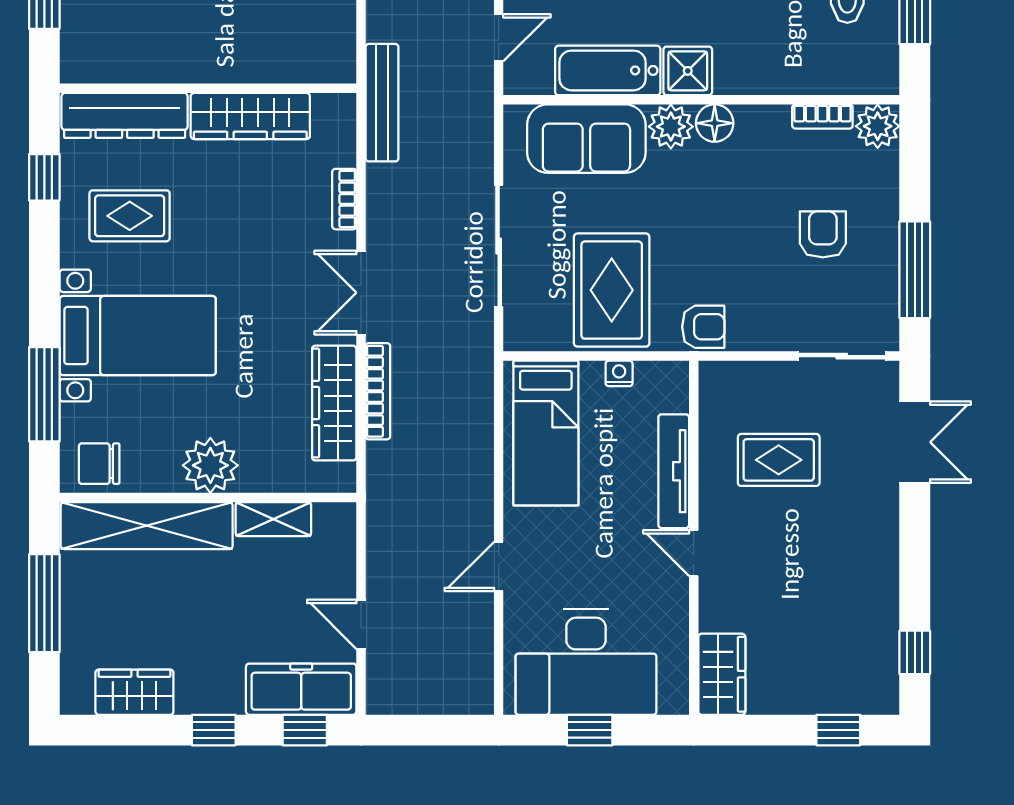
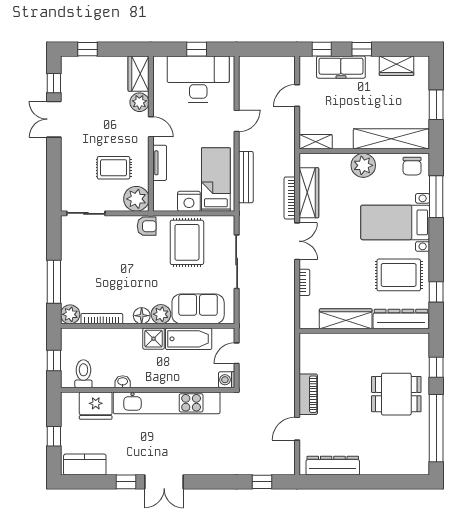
bench: (382, 103) -> (246, 177), moved
bookcase: (822, 117) -> (102, 319), width x1.56
rug: (130, 216) -> (399, 275), width x1.36, depth x1.43
armchair: (823, 234) -> (94, 267), removed
window: (915, 270) -> (54, 282), moved
armchair: (703, 327) -> (147, 226), turned 180
nightstand: (619, 373) -> (189, 201), width x1.89, depth x1.79
plant: (727, 389) -> (136, 199), added
double door: (915, 442) -> (54, 119), moved
chair: (99, 464) -> (412, 166), turned 90
tv unit: (674, 471) -> (160, 163), width x0.71
shelving: (273, 519) -> (316, 142), moved
window: (44, 603) -> (436, 105), width x0.69
plant: (720, 609) -> (139, 102), added
door: (361, 624) -> (297, 96), swing flipped
freezer: (301, 689) -> (341, 67), moved

